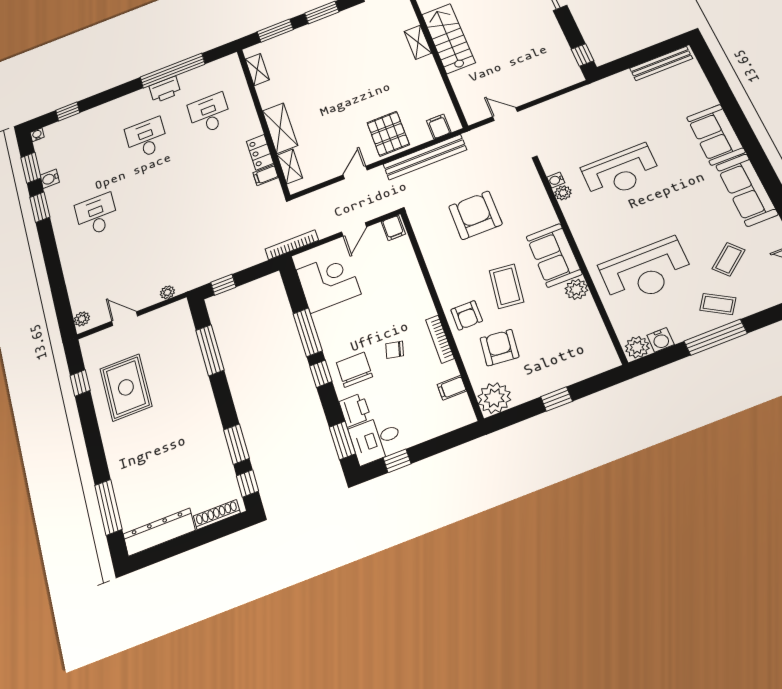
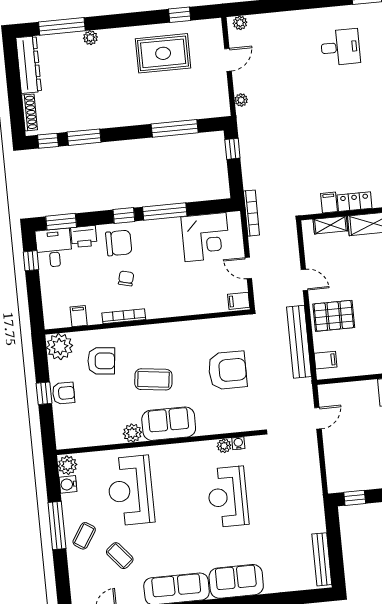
armchair: (467, 315) -> (64, 393), moved, turned 180
plant: (118, 471) -> (90, 38), added

